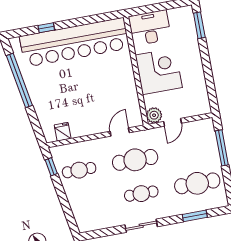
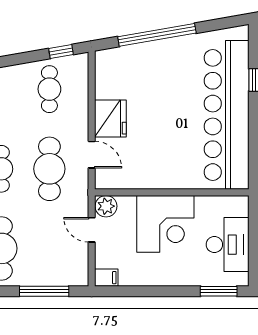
desk: (150, 28) -> (228, 245), moved
window: (19, 80) -> (157, 35), moved
filing cabinet: (204, 106) -> (106, 278), added
fridge: (63, 132) -> (110, 118), moved, width x1.88, depth x1.34

